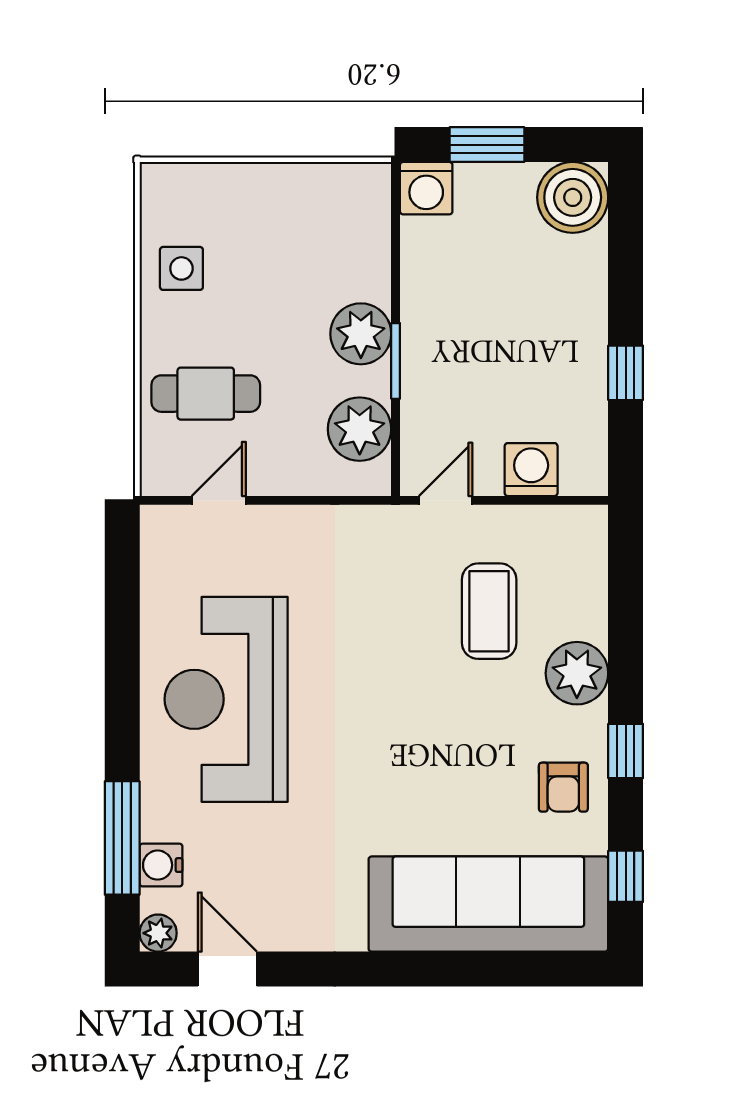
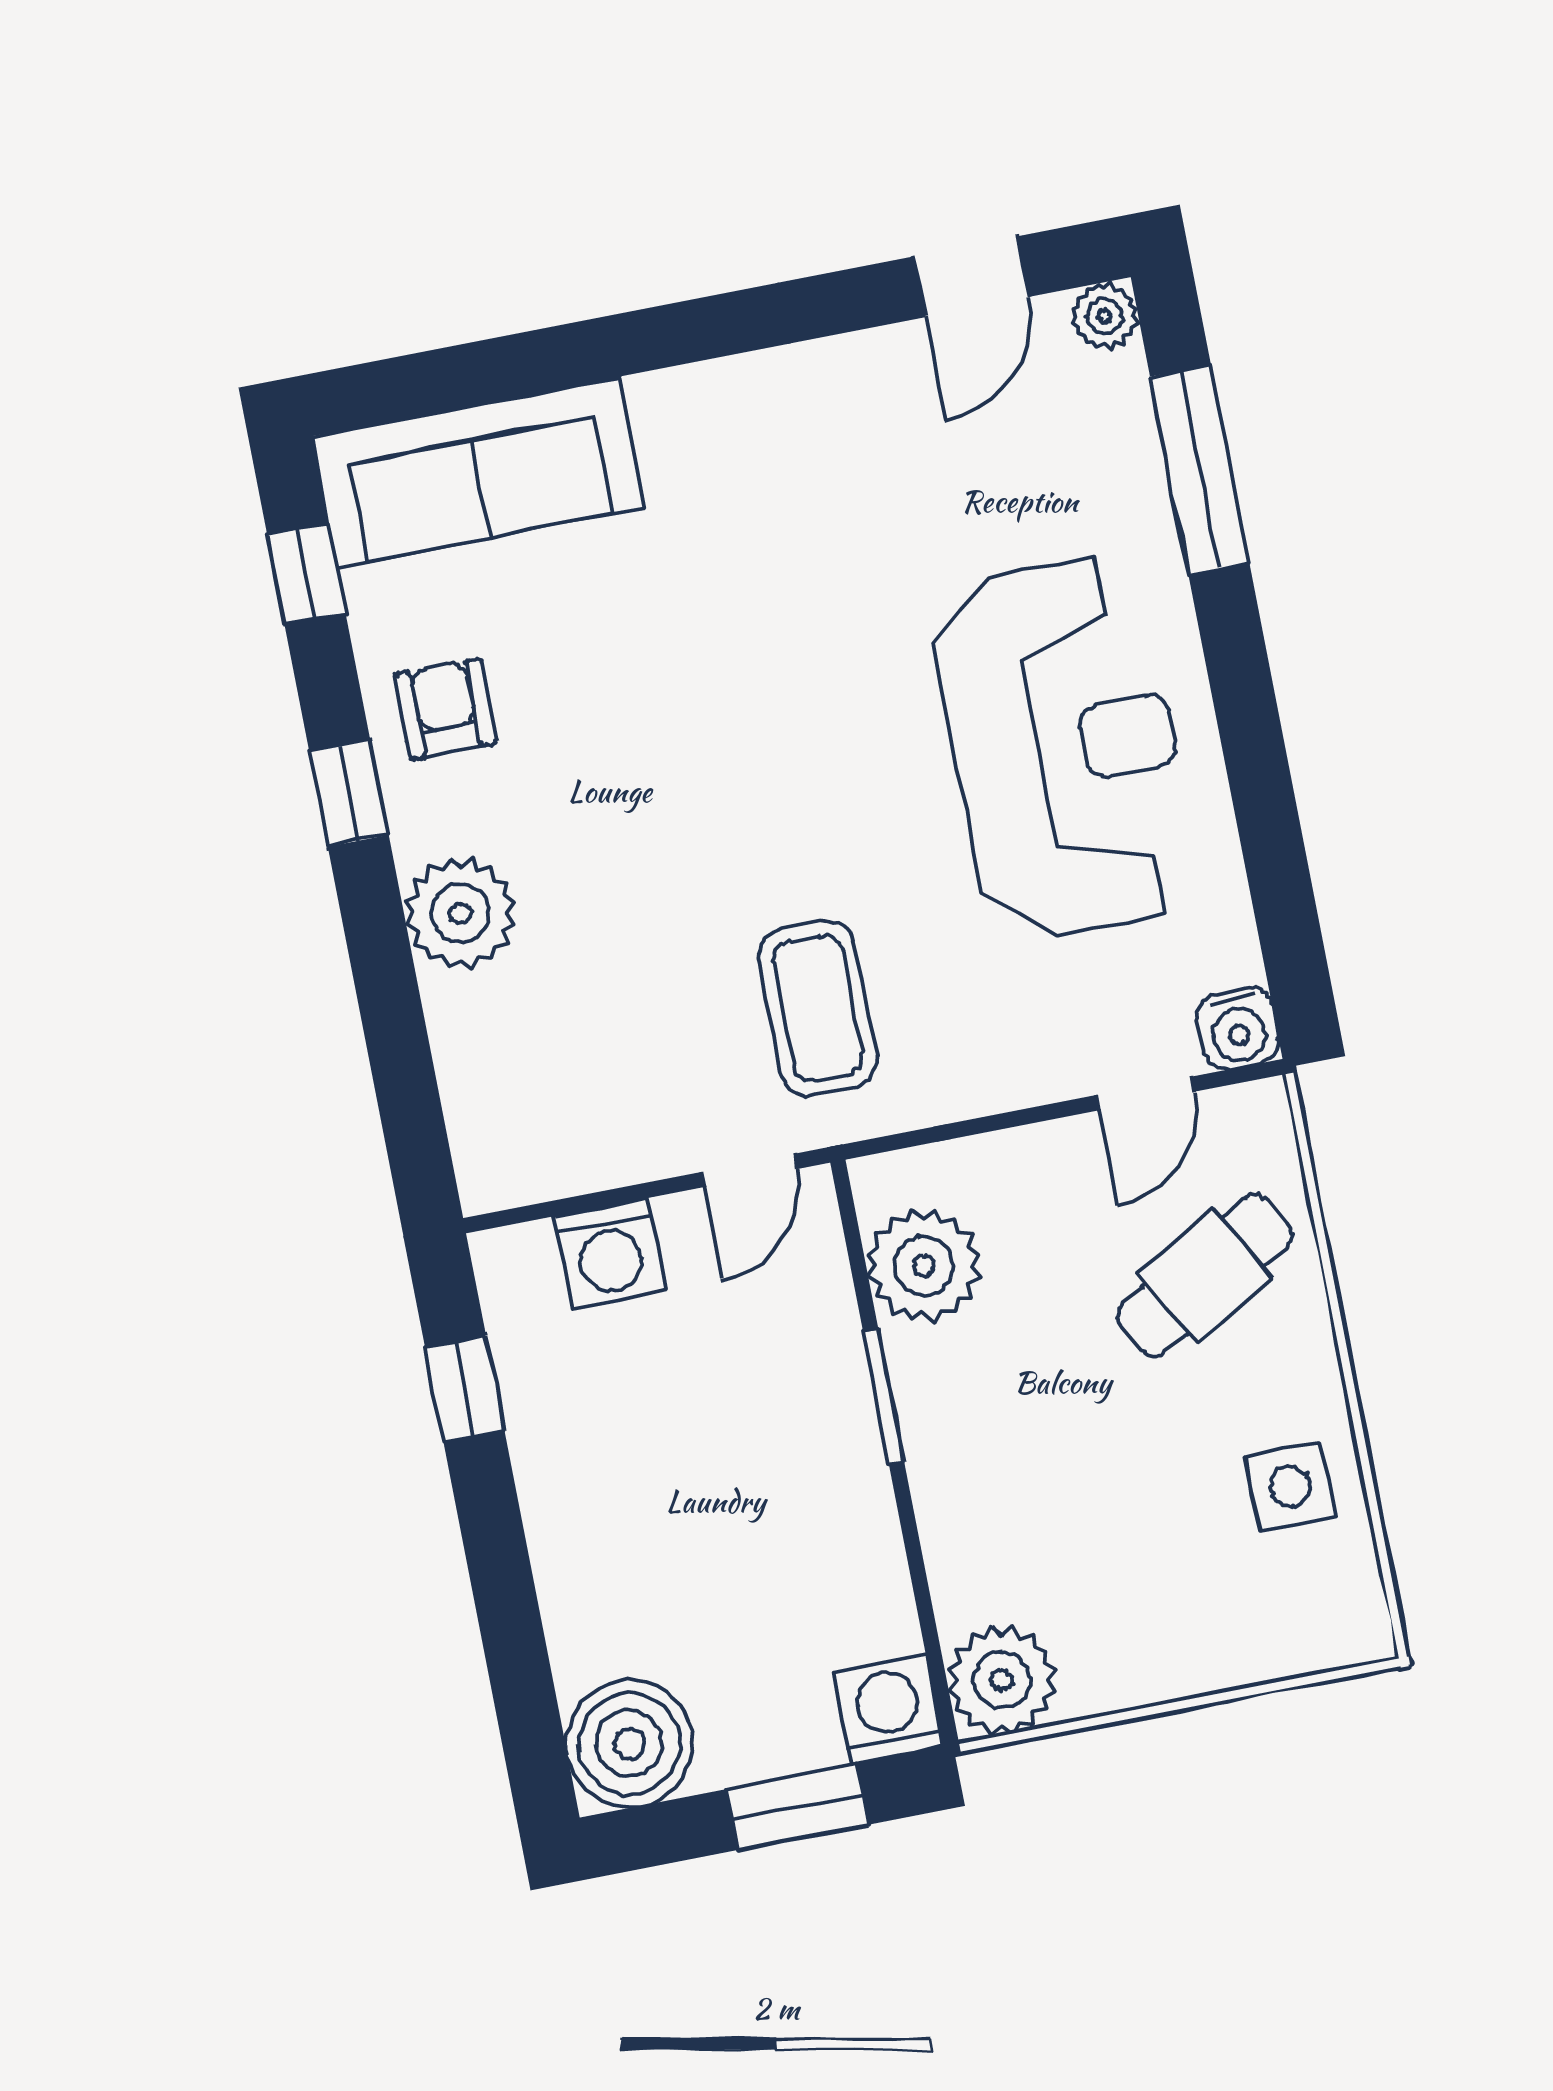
plant: (361, 334) -> (1002, 1680), moved
window: (626, 373) -> (465, 1389), moved
cafe table: (206, 394) -> (1205, 1276), turned -30
coffee table: (489, 611) -> (818, 1008), moved
water cooler: (161, 865) -> (1238, 1029), moved, turned 90
sofa: (488, 904) -> (478, 472), width x0.74, depth x0.79
door: (227, 969) -> (971, 277), hinge flipped

